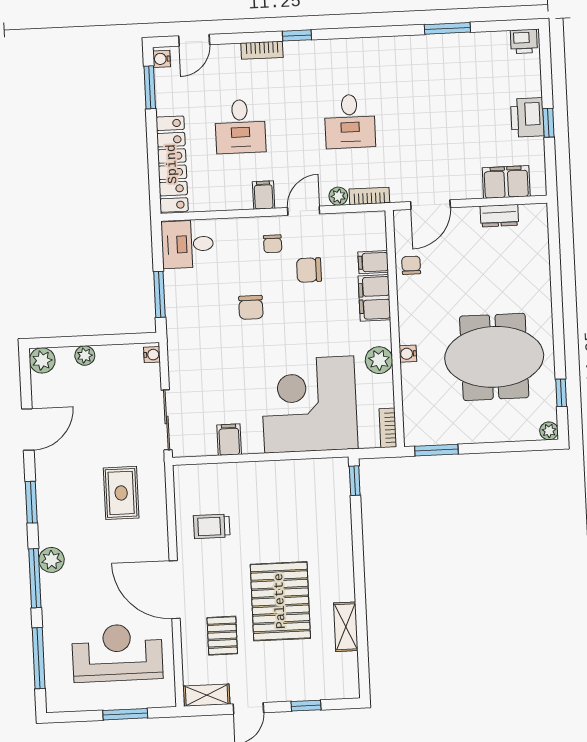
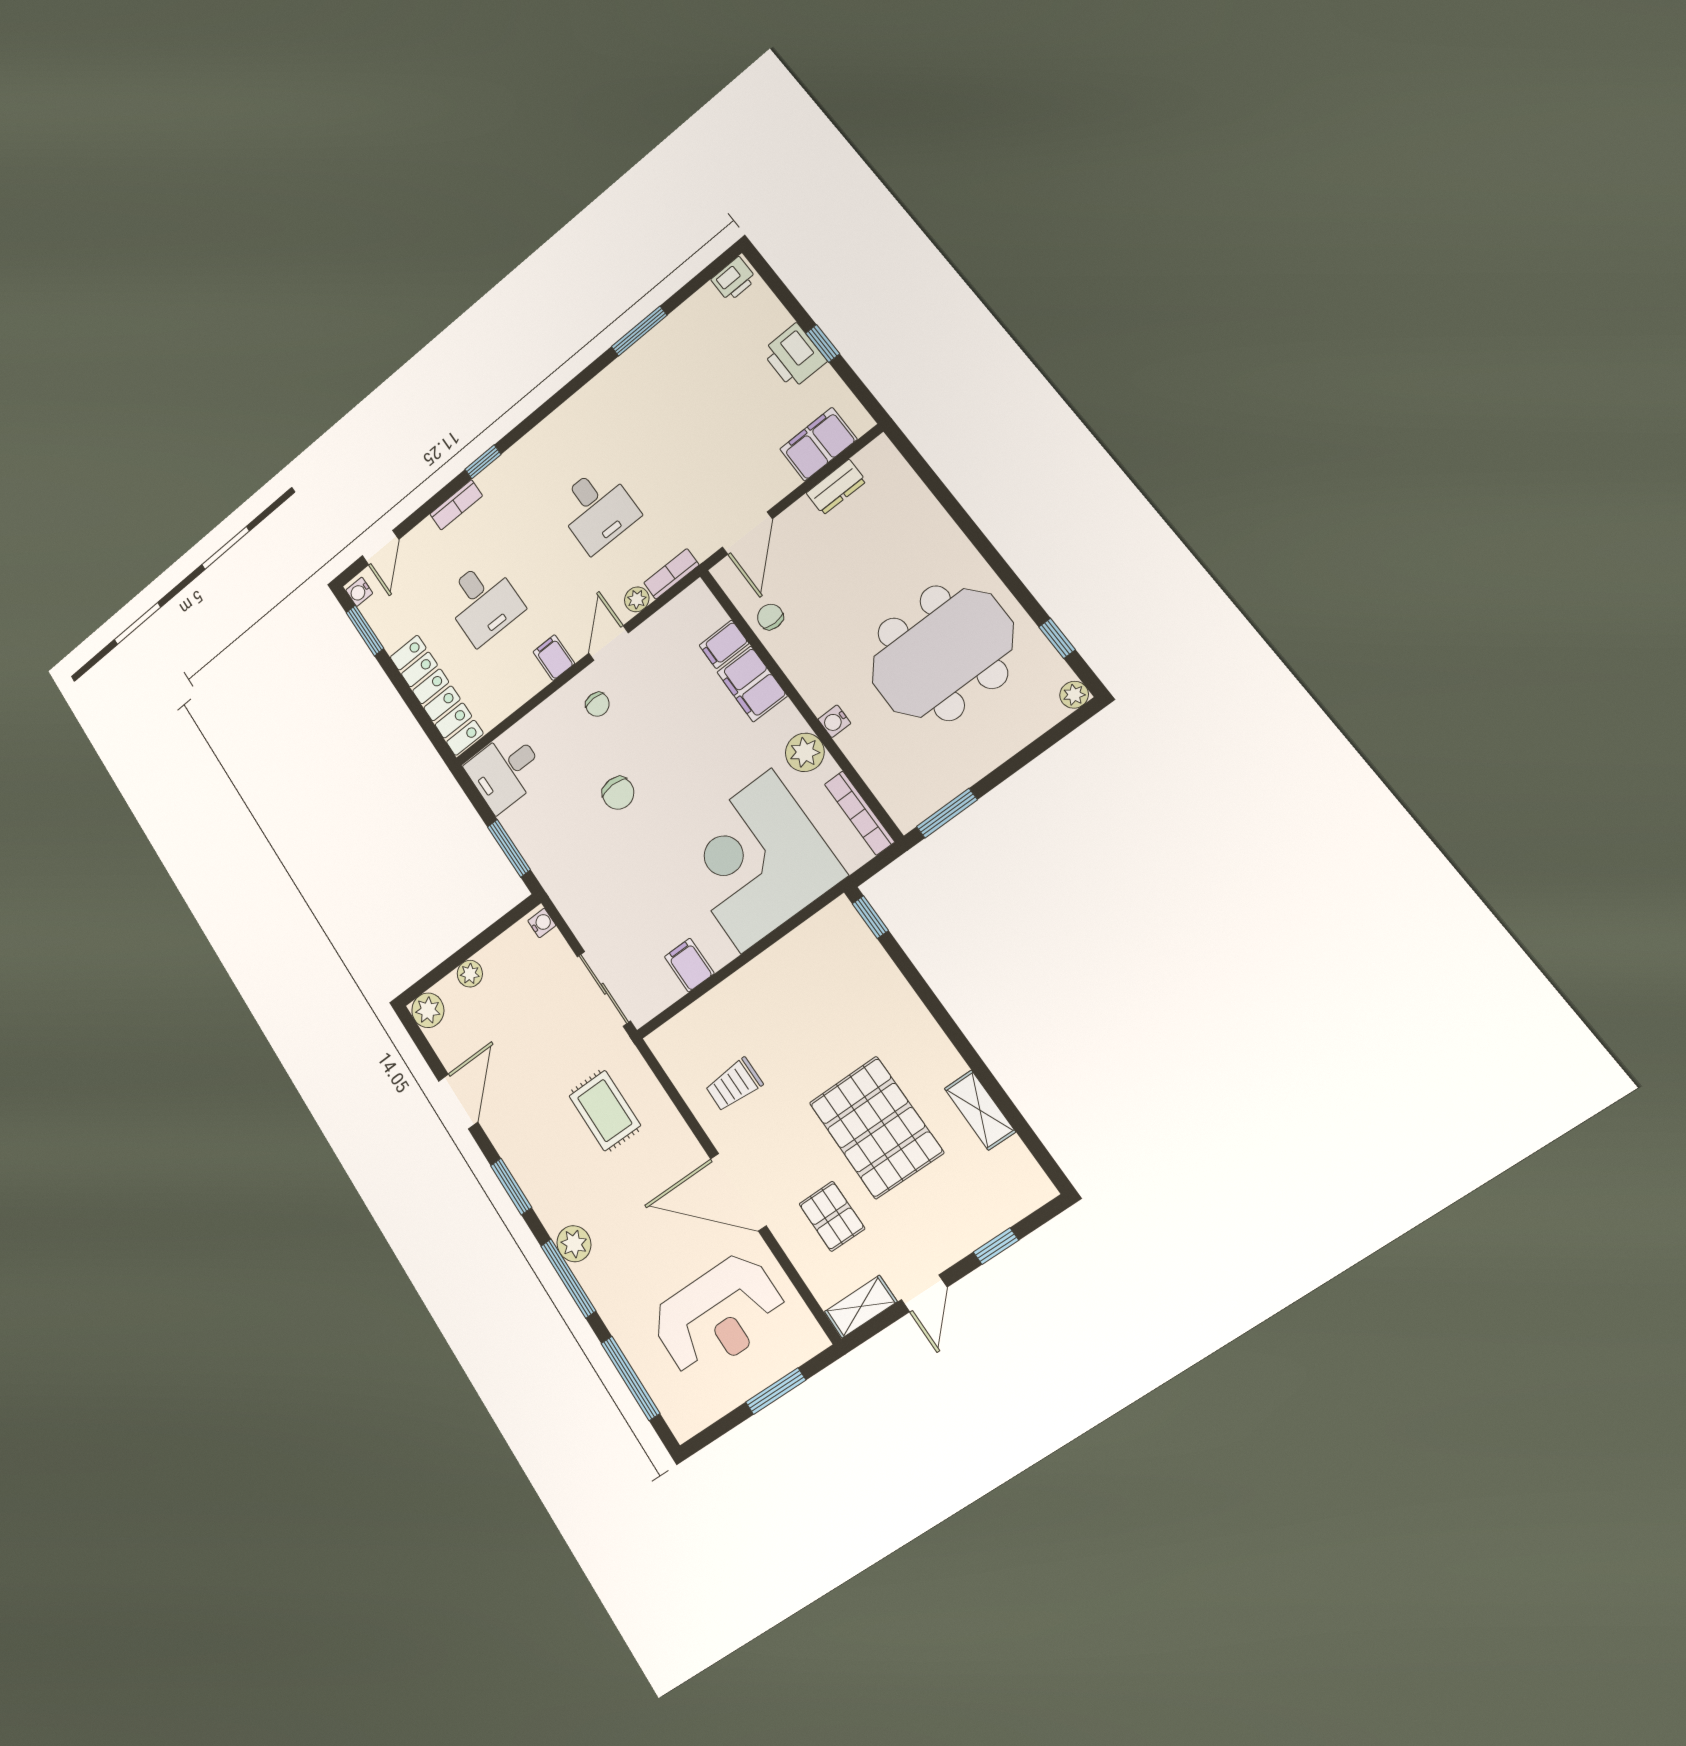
chair: (309, 270) -> (657, 705), removed
bookcase: (388, 428) -> (859, 813), width x1.56
reception desk: (117, 653) -> (719, 1316), turned 180

